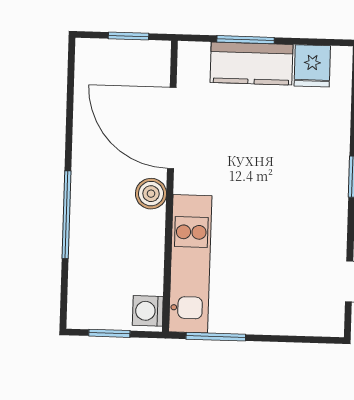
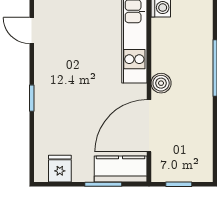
kitchen counter: (252, 64) -> (121, 169), moved
door: (172, 128) -> (149, 126), swing flipped

